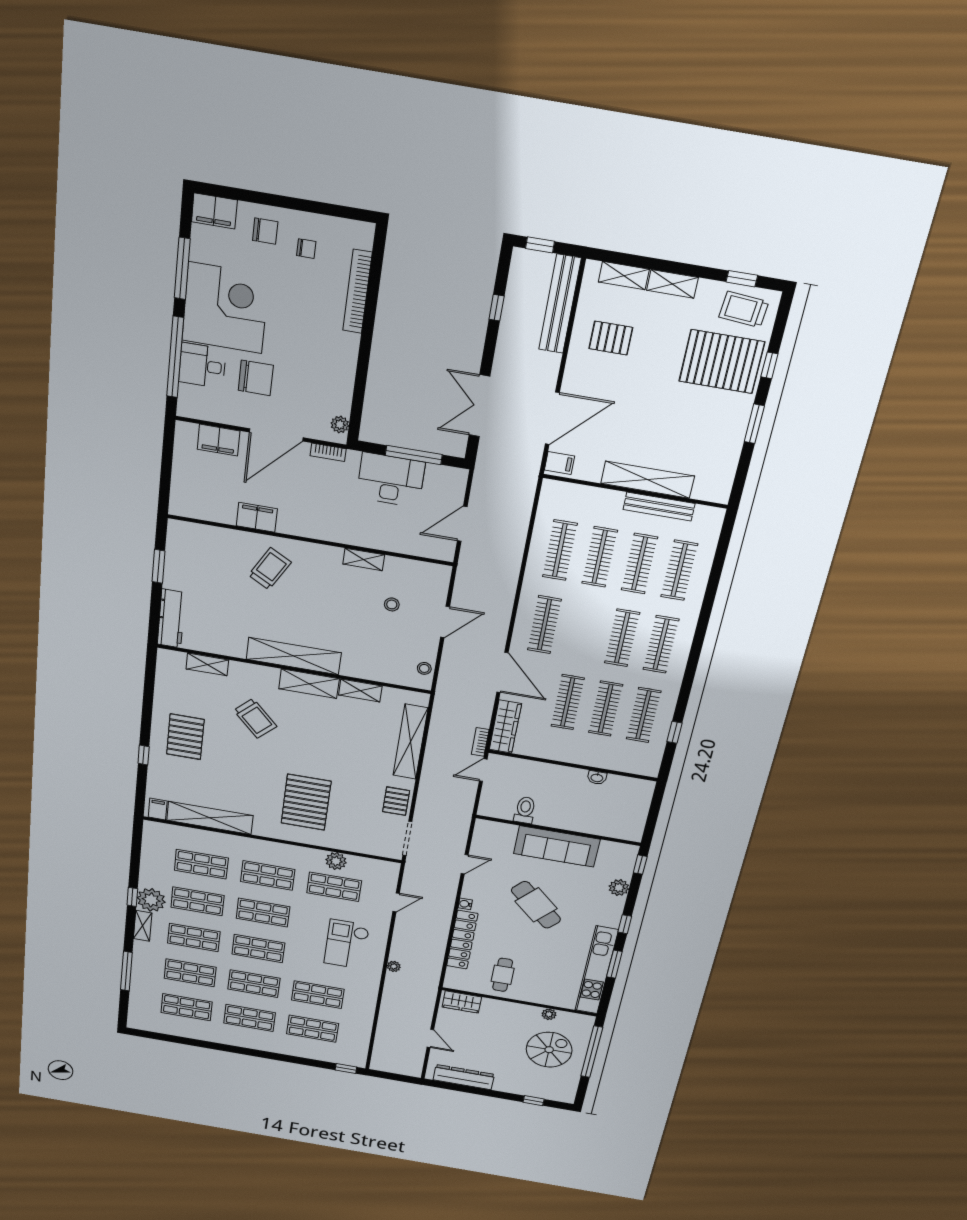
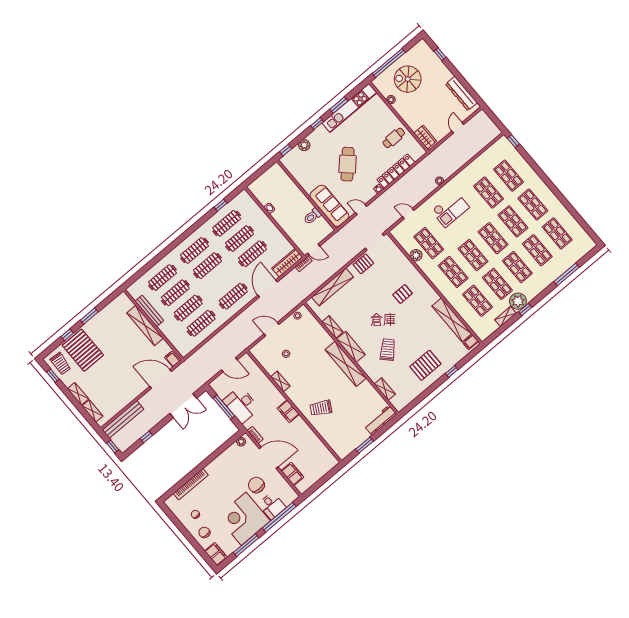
pallet: (611, 338) -> (115, 392), removed
filing cabinet: (257, 517) -> (288, 411), moved
pallet: (306, 802) -> (403, 294), width x0.49, depth x0.50
sofa: (557, 846) -> (329, 206), moved
shelving: (143, 926) -> (505, 316), moved

